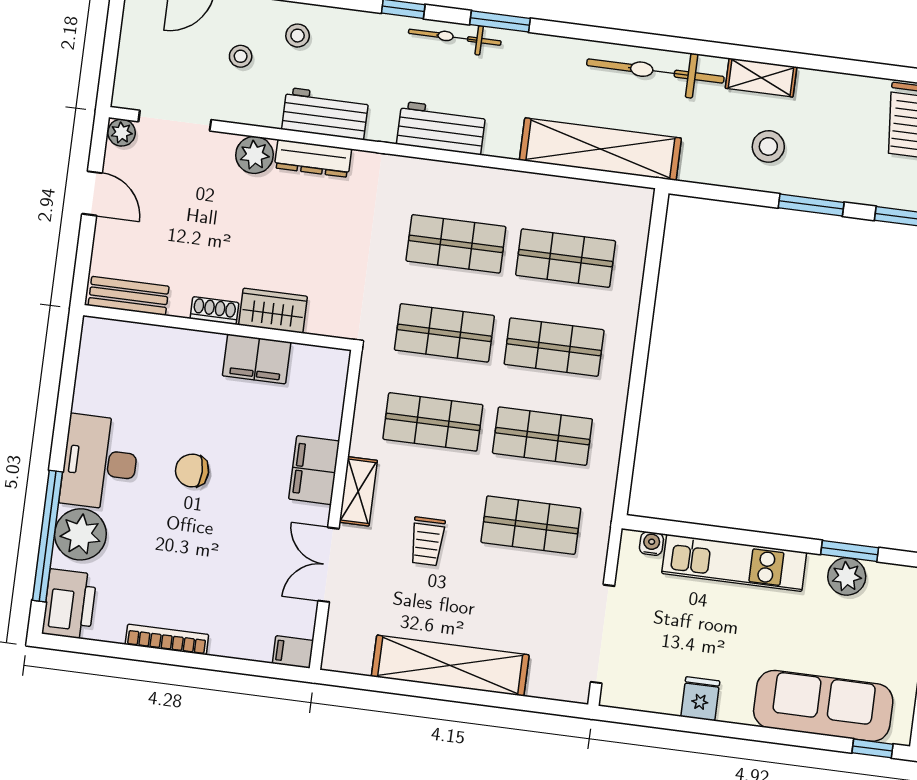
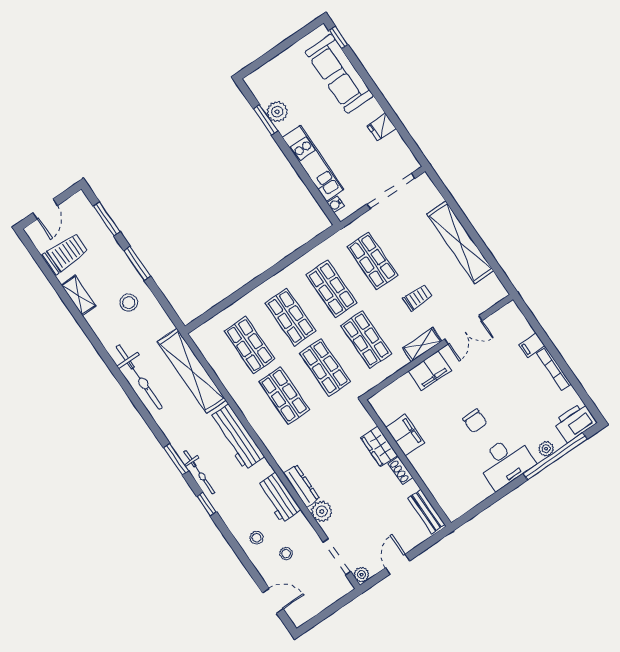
shelving: (761, 78) -> (79, 295), moved
workbench: (441, 128) -> (237, 437), width x1.37
plant: (80, 534) -> (546, 449), width x0.53, depth x0.53
filing cabinet: (293, 652) -> (532, 345), moved, turned 90

